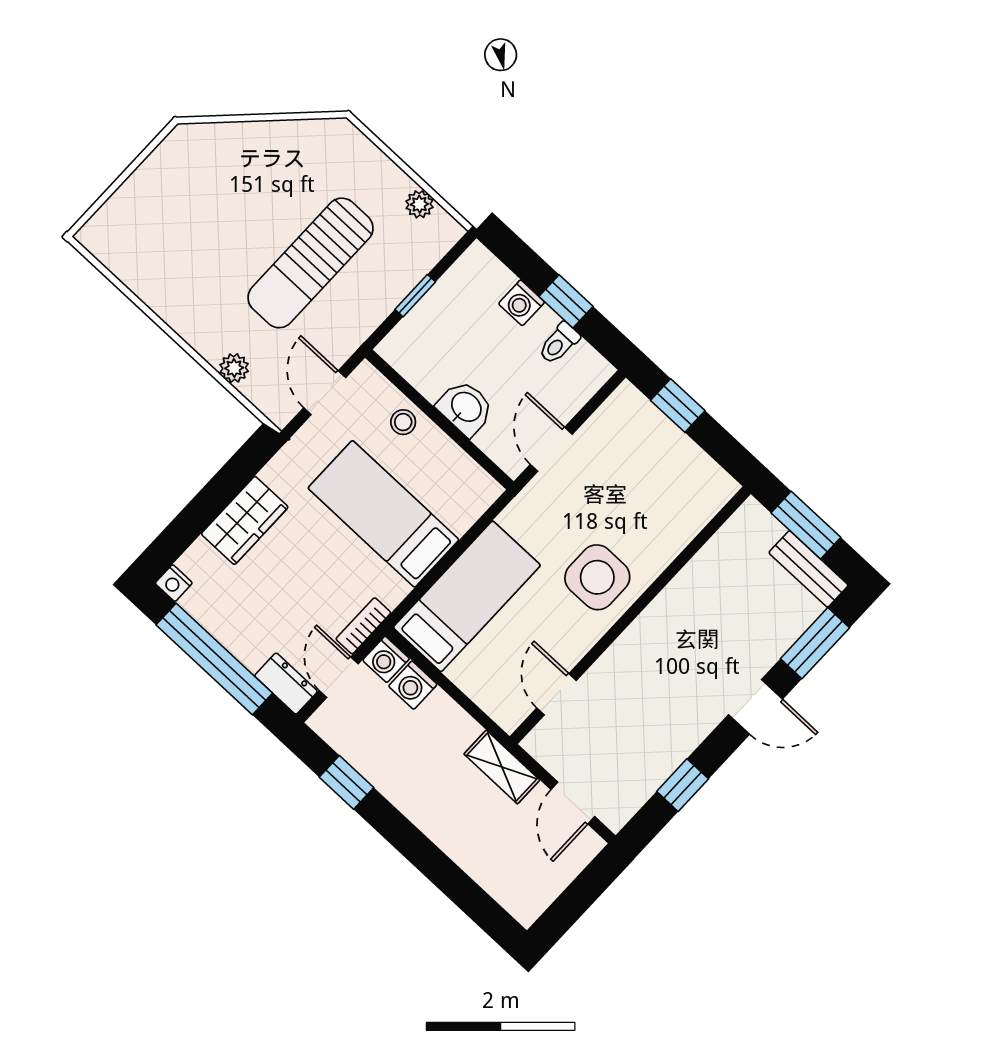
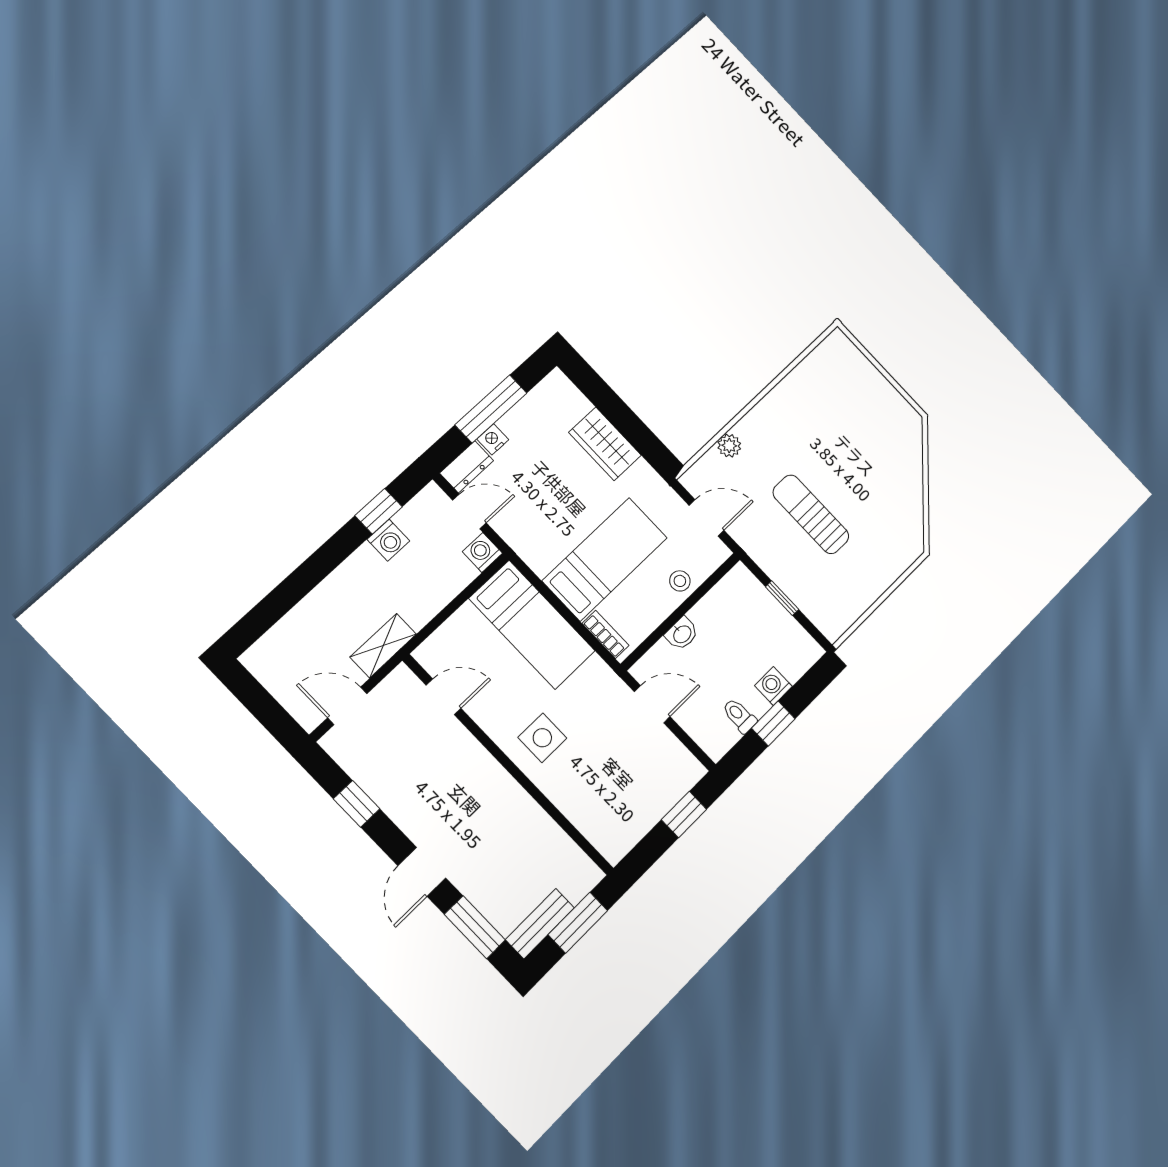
plant: (419, 204) -> (855, 607), removed
sun lounger: (311, 263) -> (811, 514), width x0.73, depth x0.75
washbasin: (466, 408) -> (682, 634), width x0.72, depth x0.69
side table: (597, 577) -> (542, 738), width x0.73, depth x0.73
nightstand: (174, 583) -> (493, 439), moved
bookcase: (363, 626) -> (606, 634), moved
window: (214, 659) -> (491, 409), width x0.68
washing machine: (413, 685) -> (388, 540), moved, turned 180

